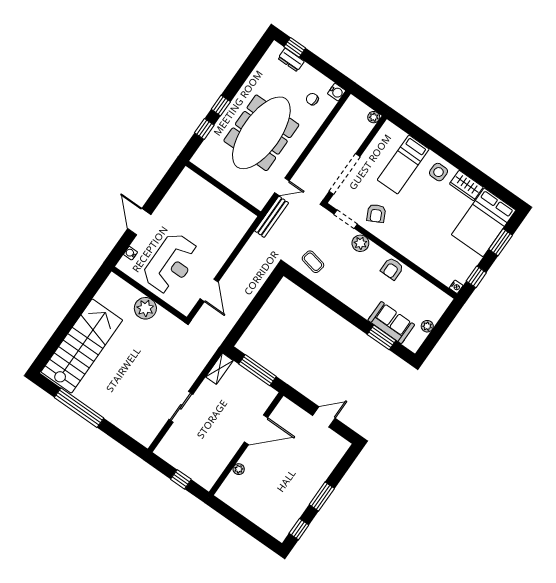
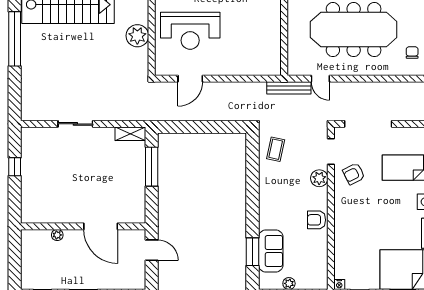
door: (256, 430) -> (101, 226), moved
wall: (246, 444) -> (83, 226), moved
plant: (239, 469) -> (57, 235), moved

